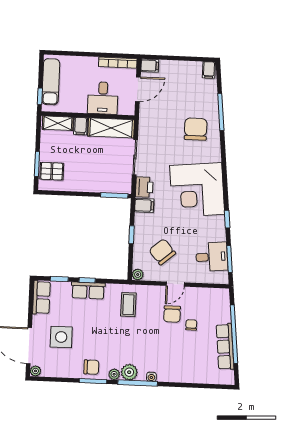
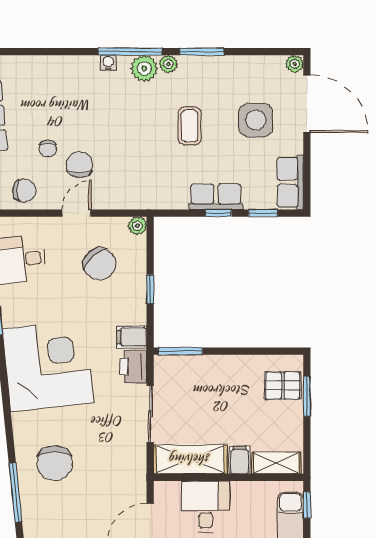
coffee table: (128, 305) -> (190, 126), moved
chair: (91, 367) -> (24, 190), moved, turned 180

